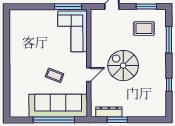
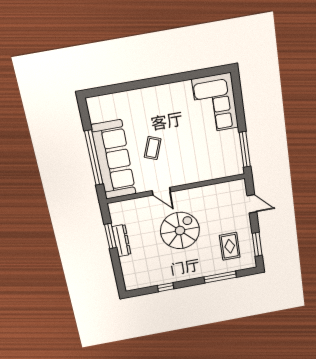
corner sofa: (73, 31) -> (215, 103), moved, turned -90
dresser: (109, 112) -> (121, 241), moved

